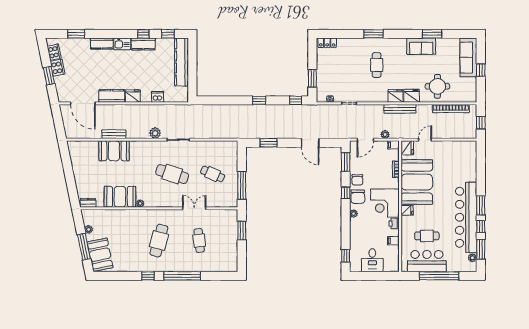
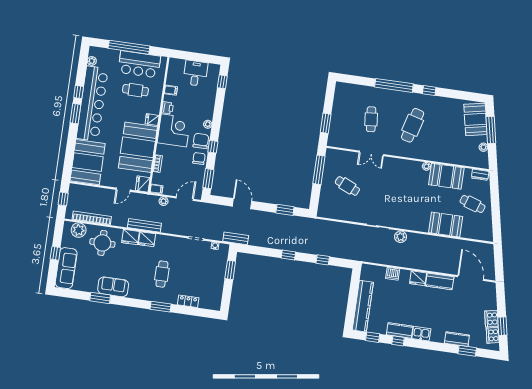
kitchen counter: (102, 43) -> (457, 339), moved
locker: (327, 43) -> (188, 301), moved
window: (49, 76) -> (502, 326), moved
plant: (462, 95) -> (79, 230), added
window: (296, 100) -> (323, 260), moved
bench: (114, 134) -> (236, 238), moved
booth: (463, 161) -> (88, 162), added
cafe table: (172, 174) -> (472, 204), moved, width x0.73, depth x0.74
window: (481, 249) -> (82, 69), removed

